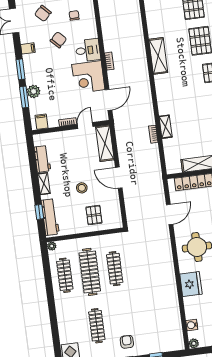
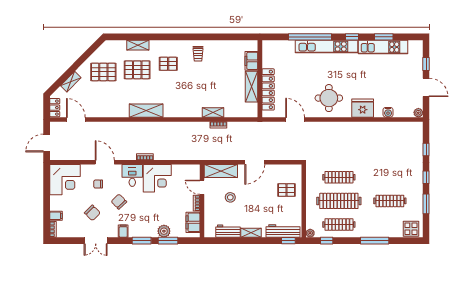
door: (109, 100) -> (105, 162), moved
filing cabinet: (42, 122) -> (193, 222), width x2.00
stool: (82, 188) -> (230, 197), moved
window: (39, 212) -> (288, 241), moved
window: (46, 264) -> (327, 241), added
window: (53, 315) -> (375, 241), added
water cooler: (192, 325) -> (388, 112), moved
armchair: (127, 342) -> (409, 175), removed

